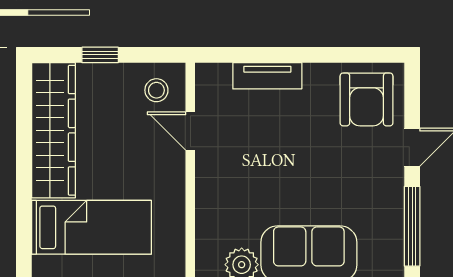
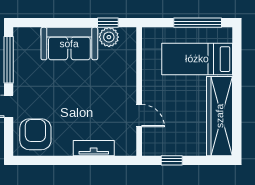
window: (100, 55) -> (172, 160), moved
stool: (156, 90) -> (159, 140), removed

